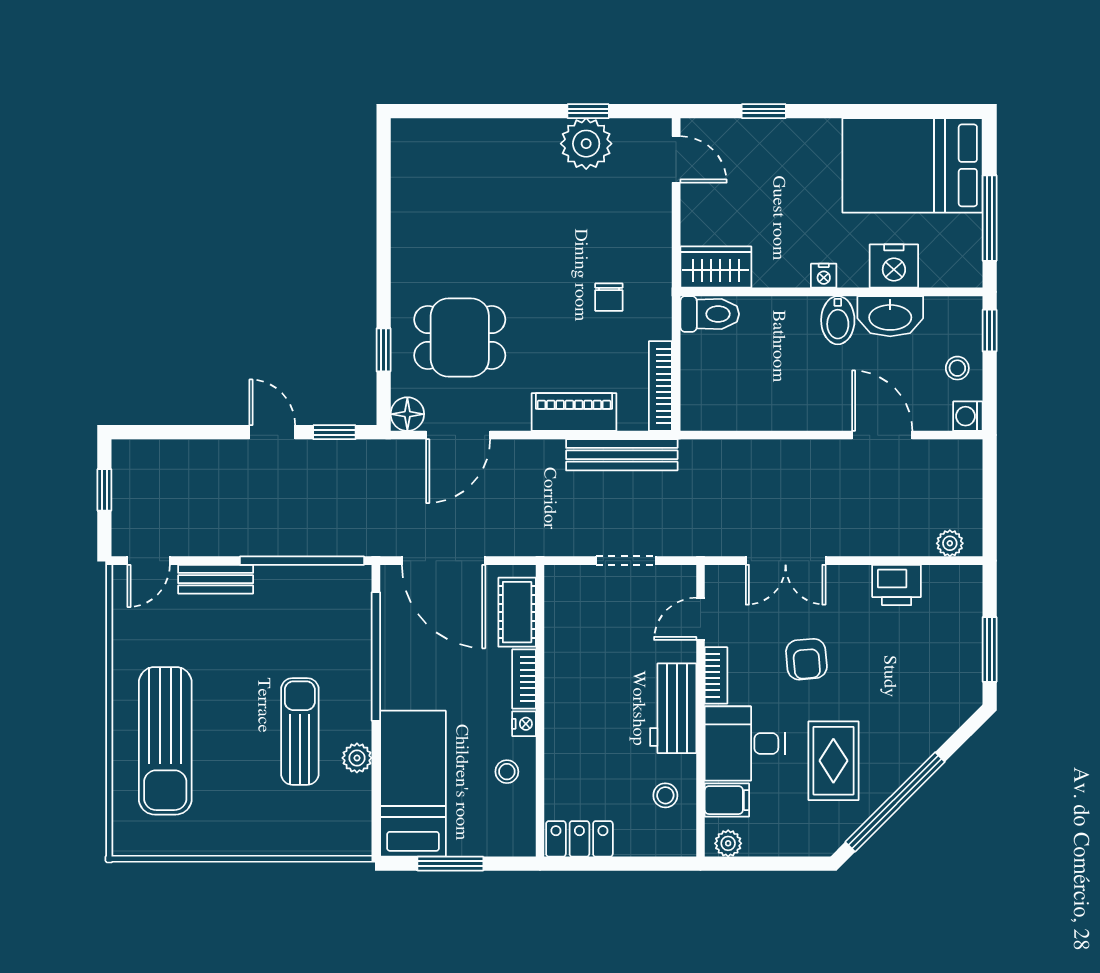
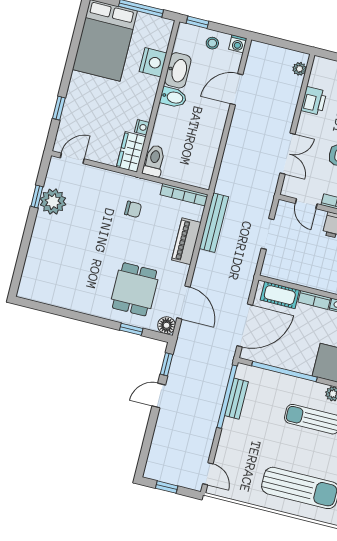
nightstand: (824, 276) -> (142, 127), moved
bench: (216, 579) -> (236, 399), moved

